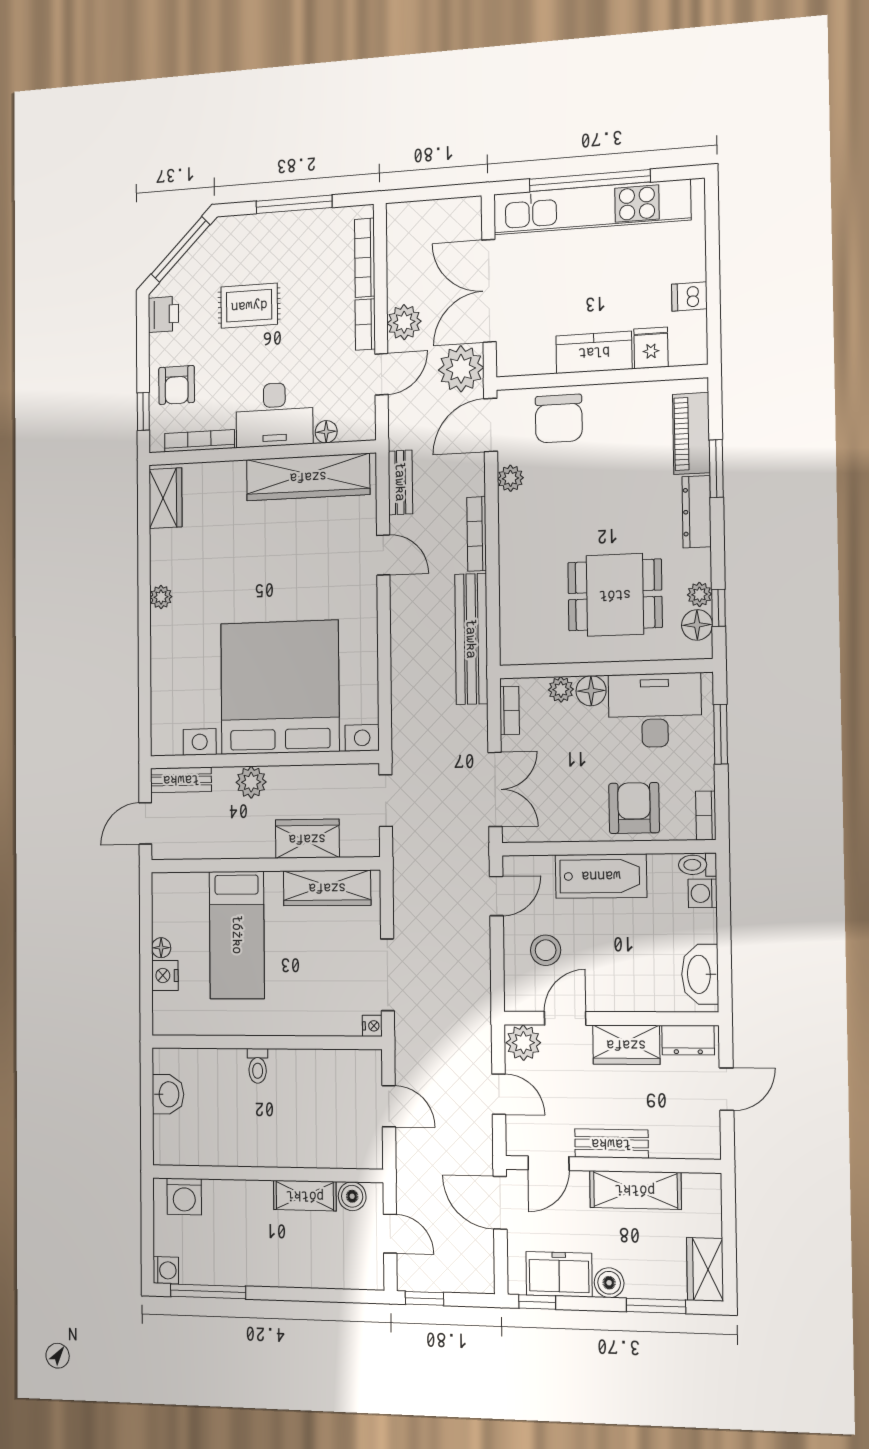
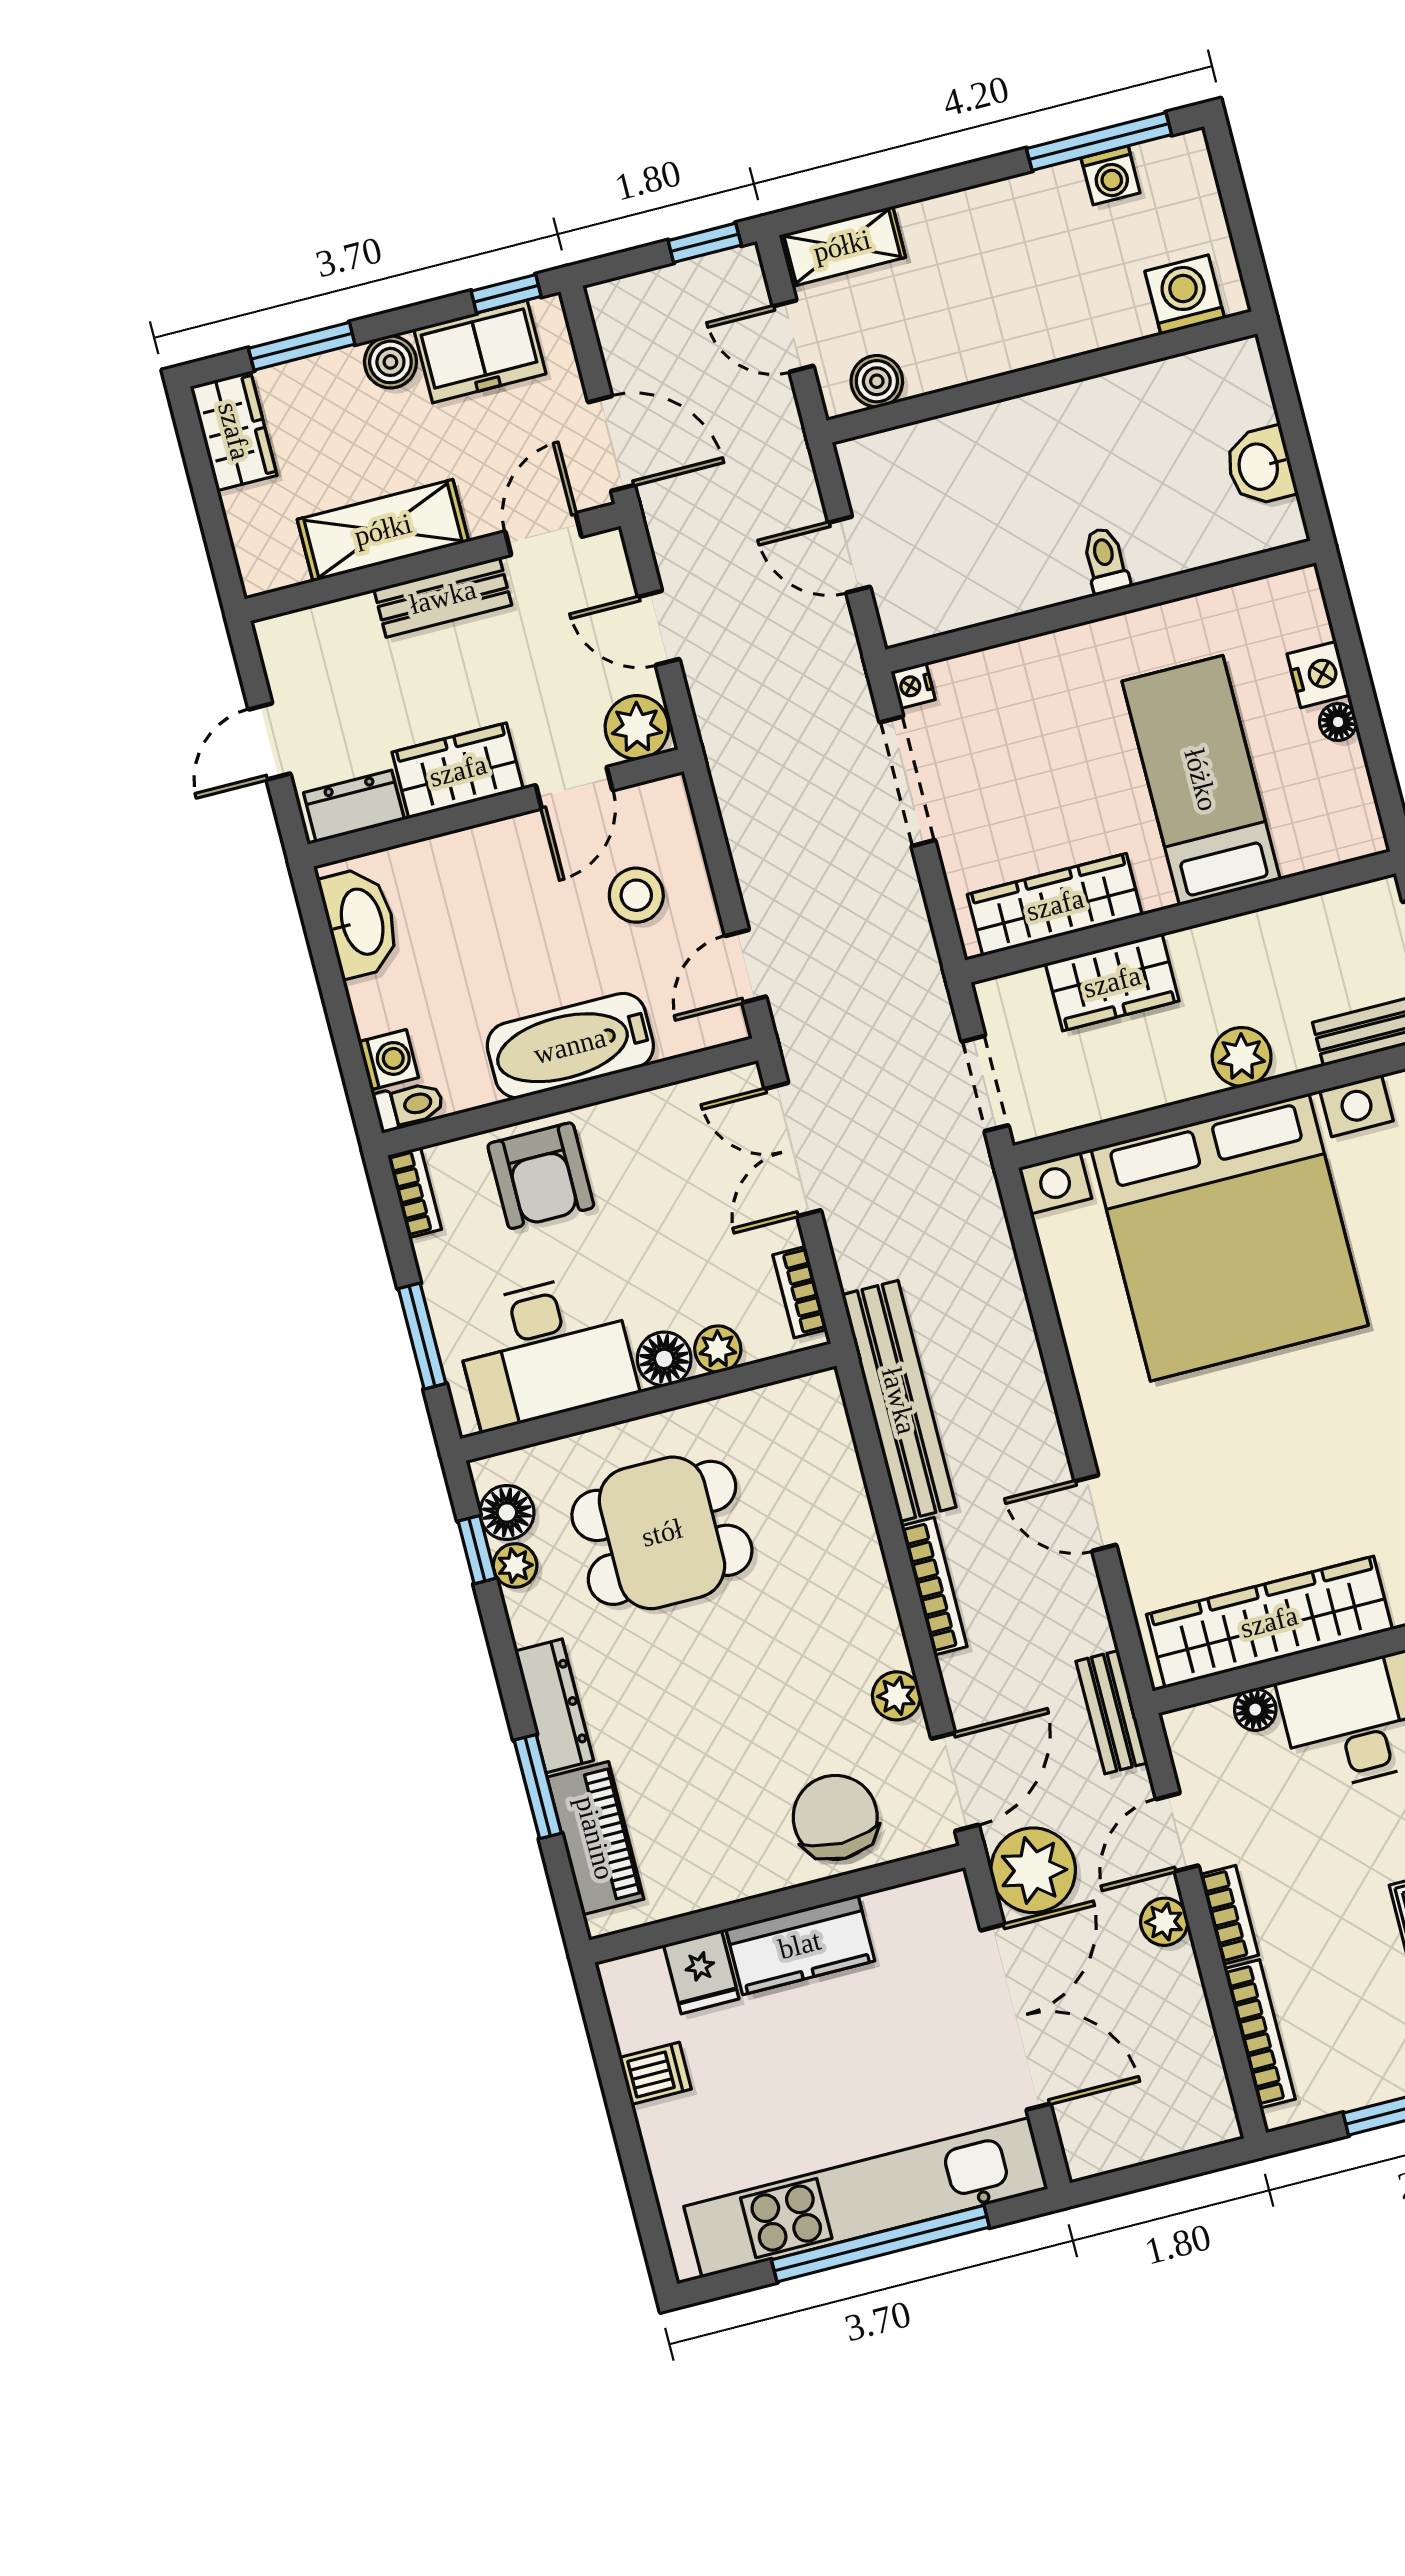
plant: (404, 322) -> (1164, 1922), width x0.73, depth x0.73
bench: (400, 482) -> (1112, 1712), moved
shelving: (305, 1196) -> (842, 246), moved
washing machine: (166, 1270) -> (1111, 175), moved, turned -90

